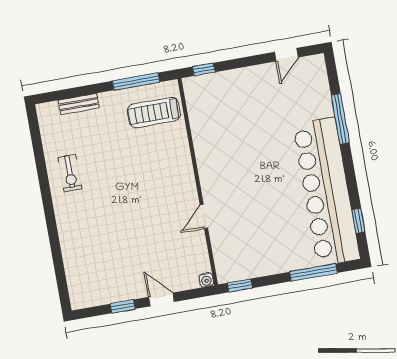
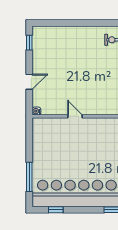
window: (240, 285) -> (29, 131), removed
window: (122, 306) -> (29, 43), moved

